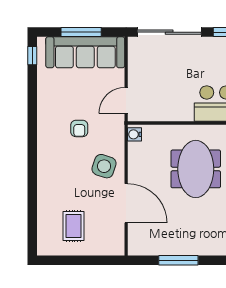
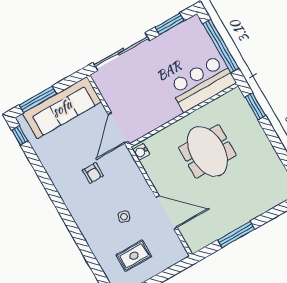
window: (81, 32) -> (38, 99), moved
door: (126, 100) -> (118, 128), width x1.36
side table: (104, 166) -> (124, 217), moved, width x0.54, depth x0.54
rug: (73, 226) -> (134, 256), turned 90

